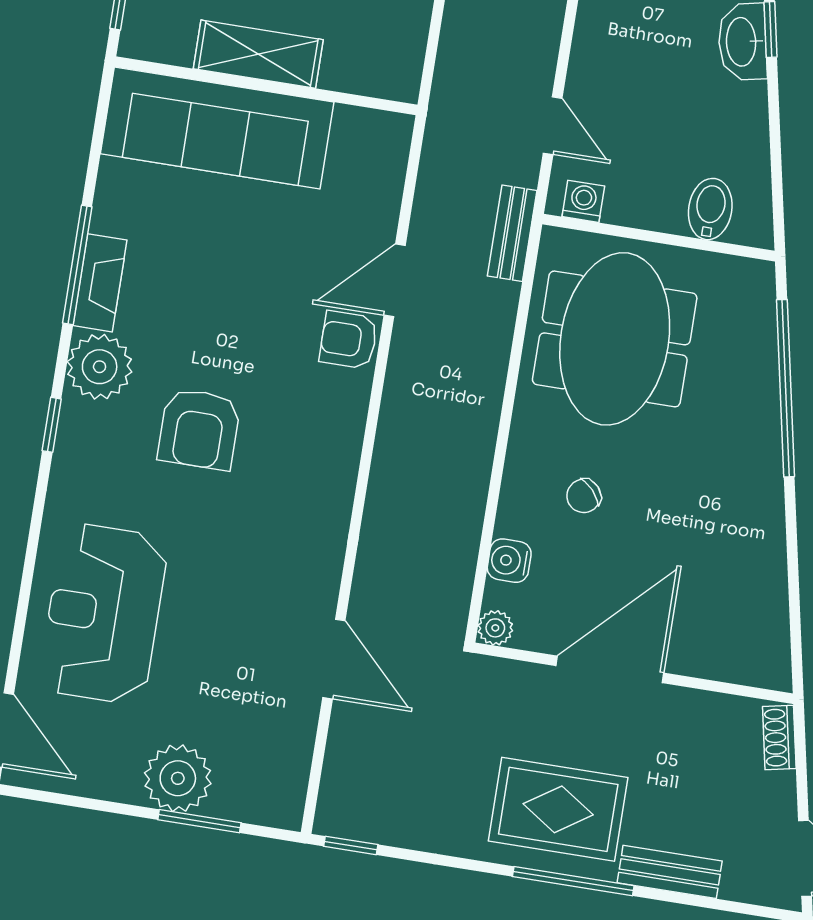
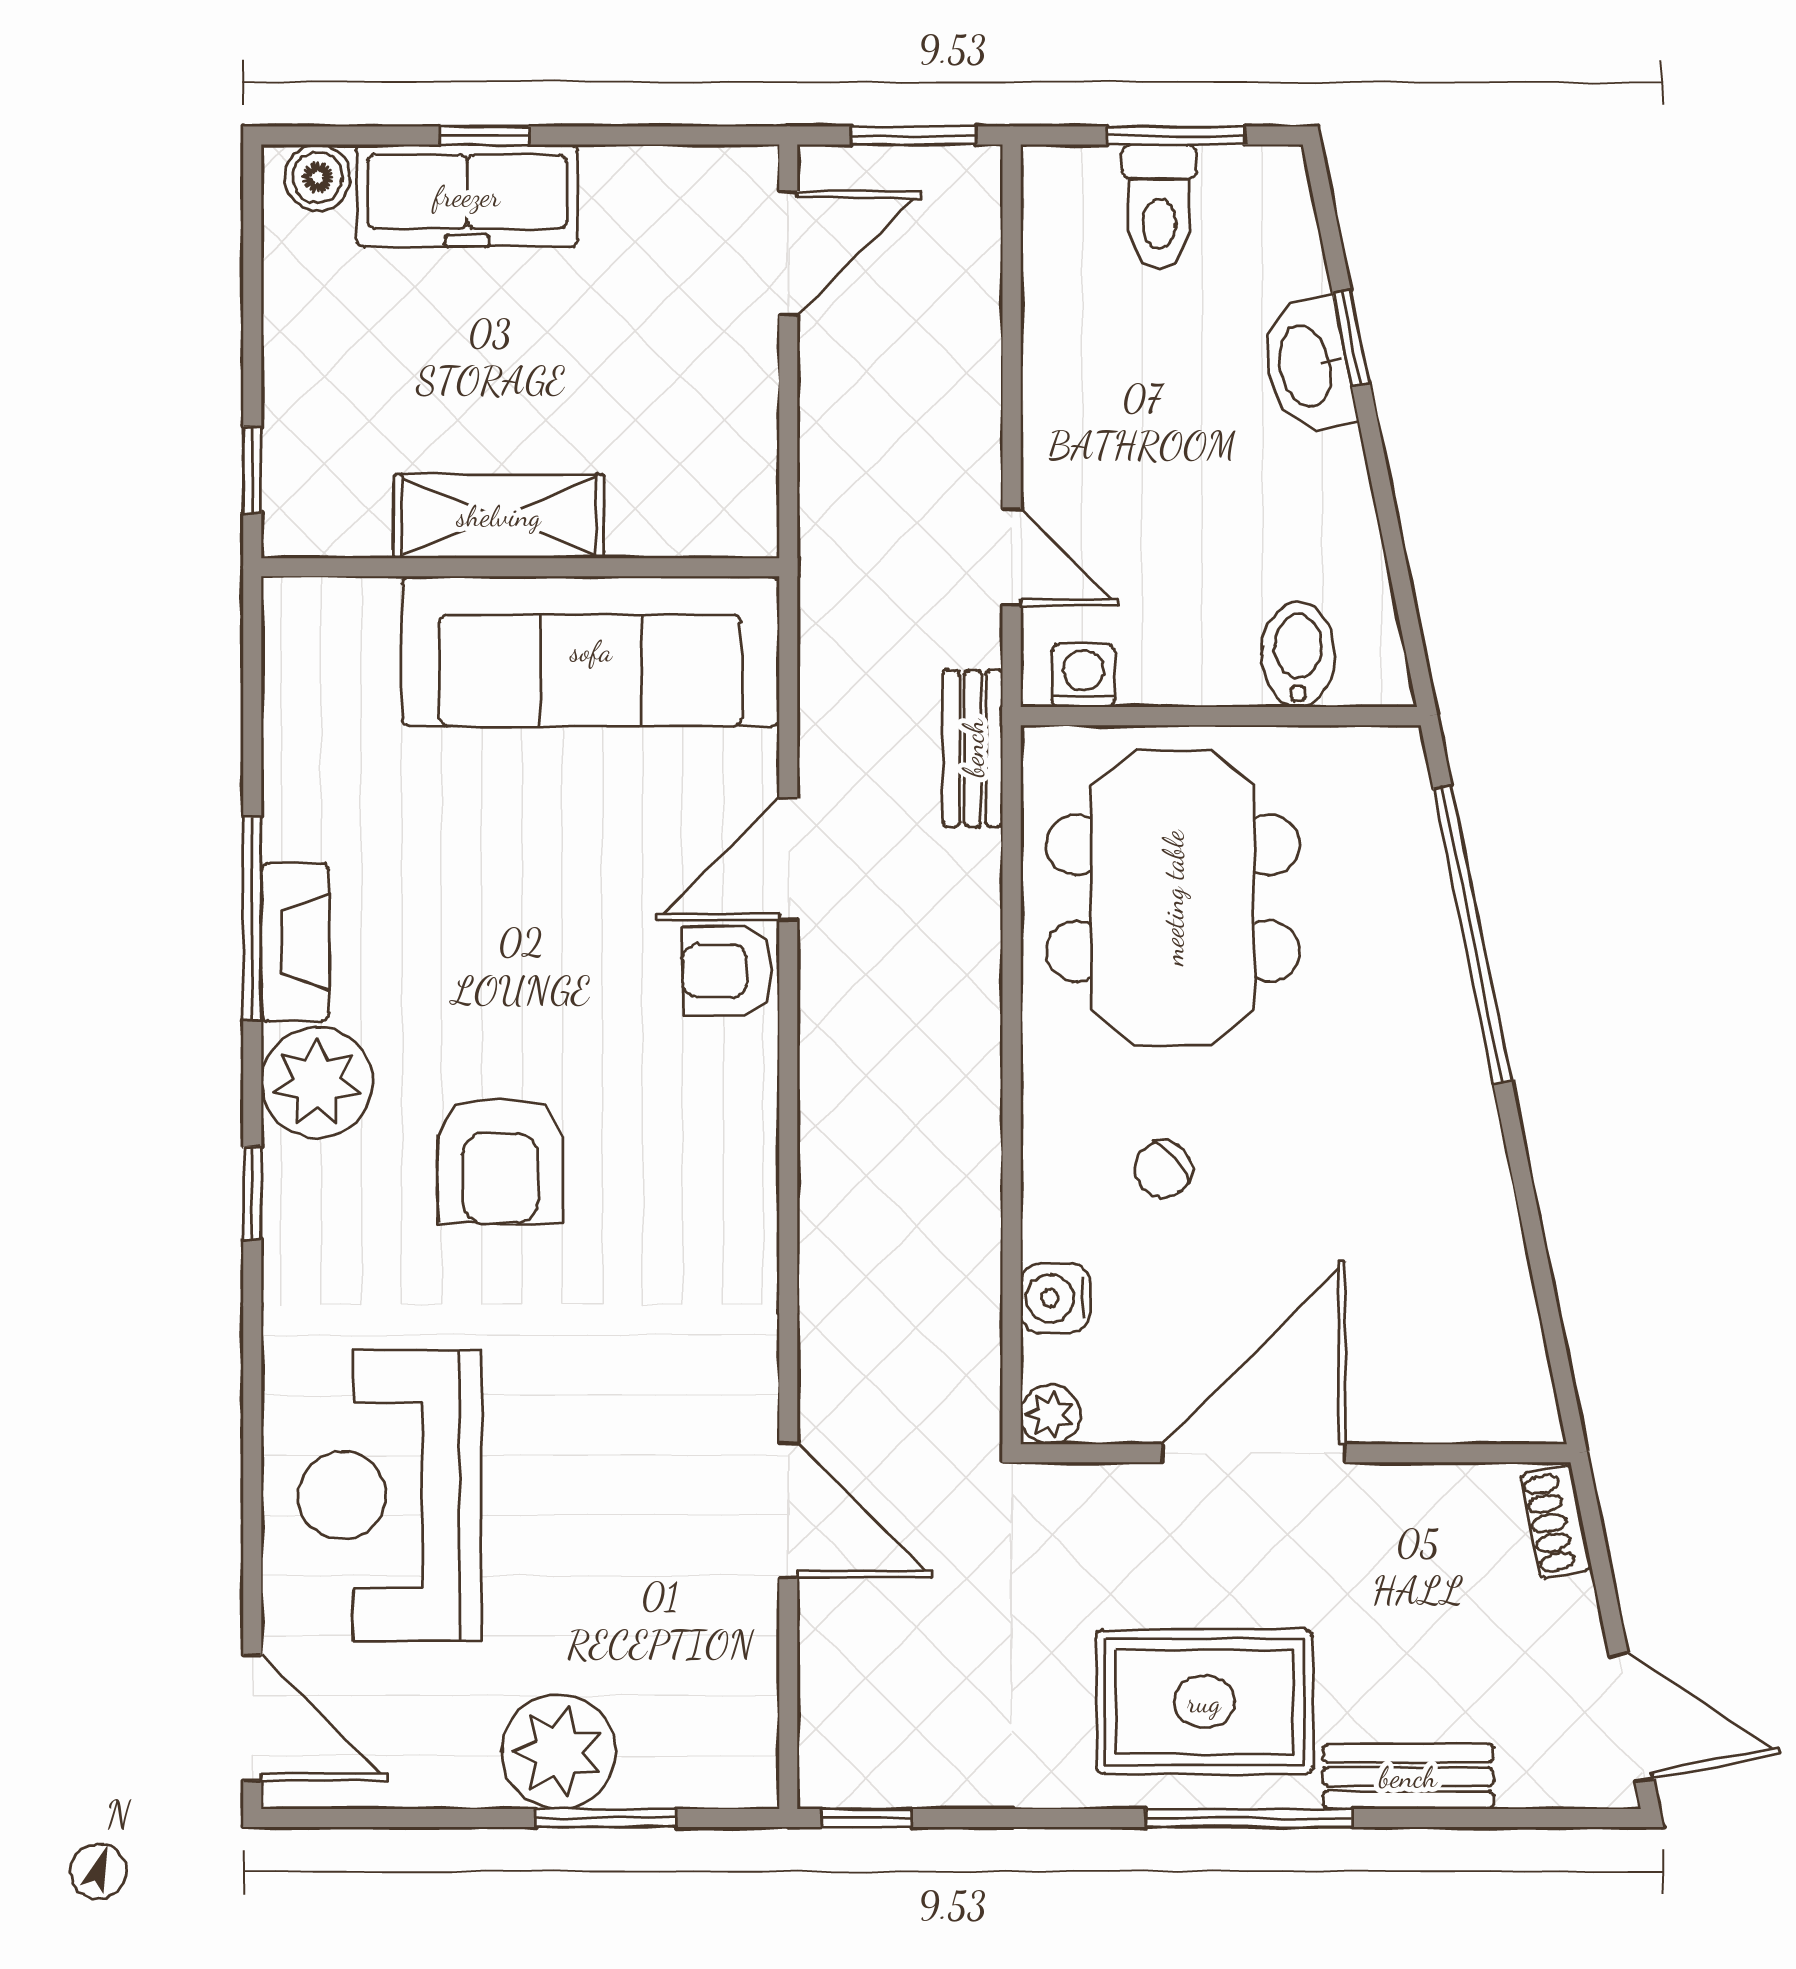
sofa: (217, 128) -> (591, 651), moved

